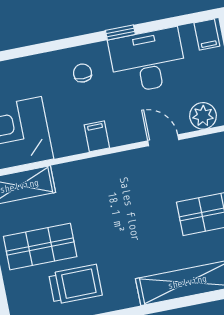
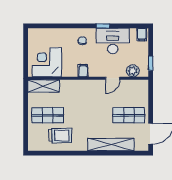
door: (163, 140) -> (113, 78), swing flipped

